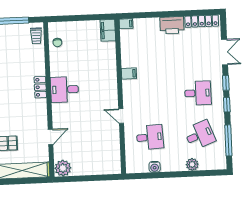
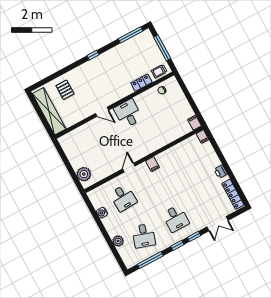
printer: (172, 25) -> (221, 172), width x0.53, depth x0.68
filing cabinet: (108, 30) -> (194, 123), width x0.50
filing cabinet: (129, 73) -> (153, 164), moved
locker: (40, 87) -> (141, 83), moved
desk: (200, 135) -> (144, 236), turned 39
door: (50, 137) -> (102, 112), moved
plant: (63, 168) -> (84, 174), moved

